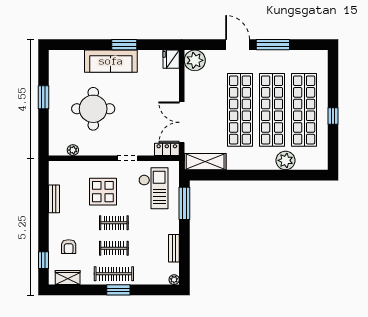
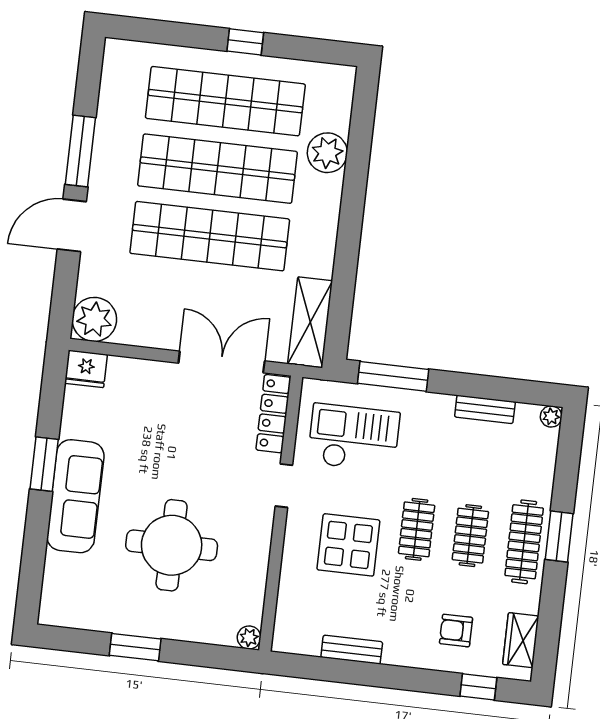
double door: (182, 122) -> (222, 362), swing flipped
locker: (167, 149) -> (273, 414), width x1.53
plant: (73, 150) -> (249, 637), moved
armchair: (69, 247) -> (456, 630), turned 180

